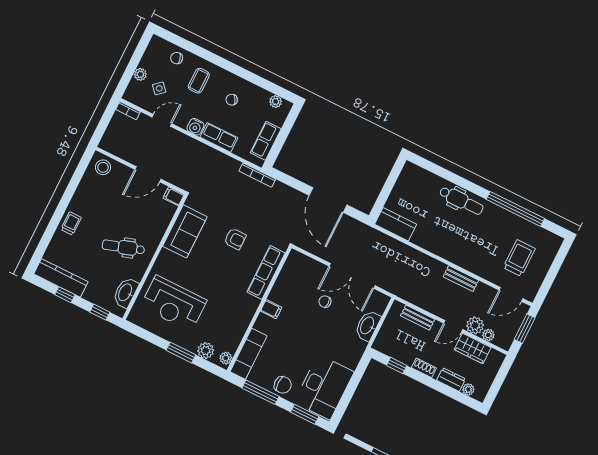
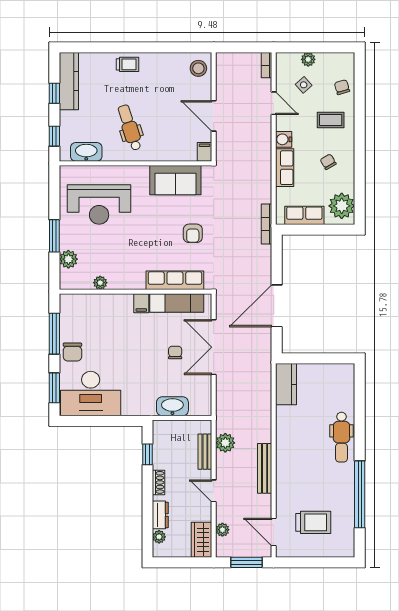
plant: (276, 102) -> (342, 206), width x1.88, depth x1.88
double door: (352, 276) -> (214, 347), moved
bench: (461, 279) -> (265, 468), width x1.36
reception desk: (174, 303) -> (99, 204), turned -90
plant: (475, 325) -> (225, 443), moved
wardrobe: (473, 348) -> (201, 540), moved
exam couch: (248, 354) -> (177, 303), moved
plant: (226, 358) -> (100, 283), moved

